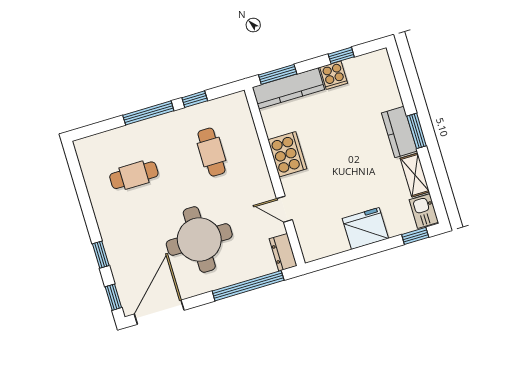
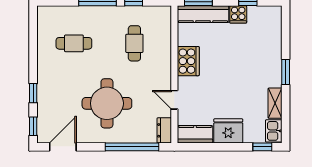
kitchen counter: (399, 132) -> (195, 134), moved, turned 90
door: (159, 312) -> (63, 147), width x0.73

